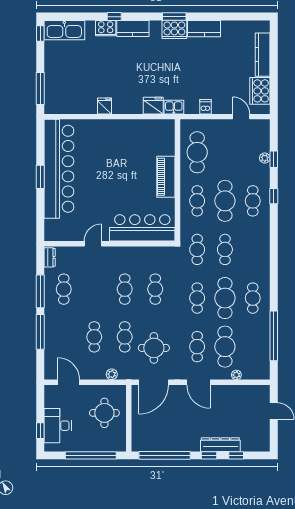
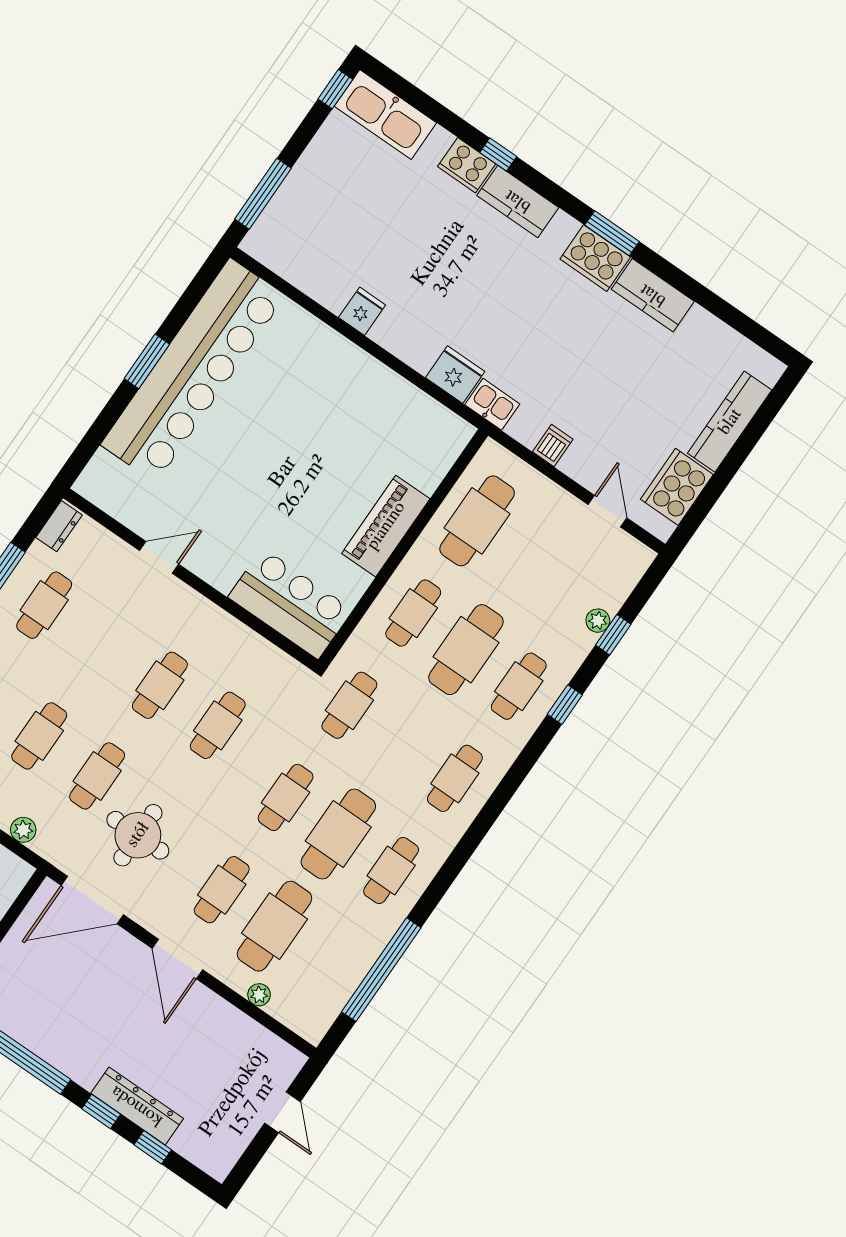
bar counter: (142, 228) -> (290, 604), width x0.73
cafe table: (225, 249) -> (455, 778), moved

